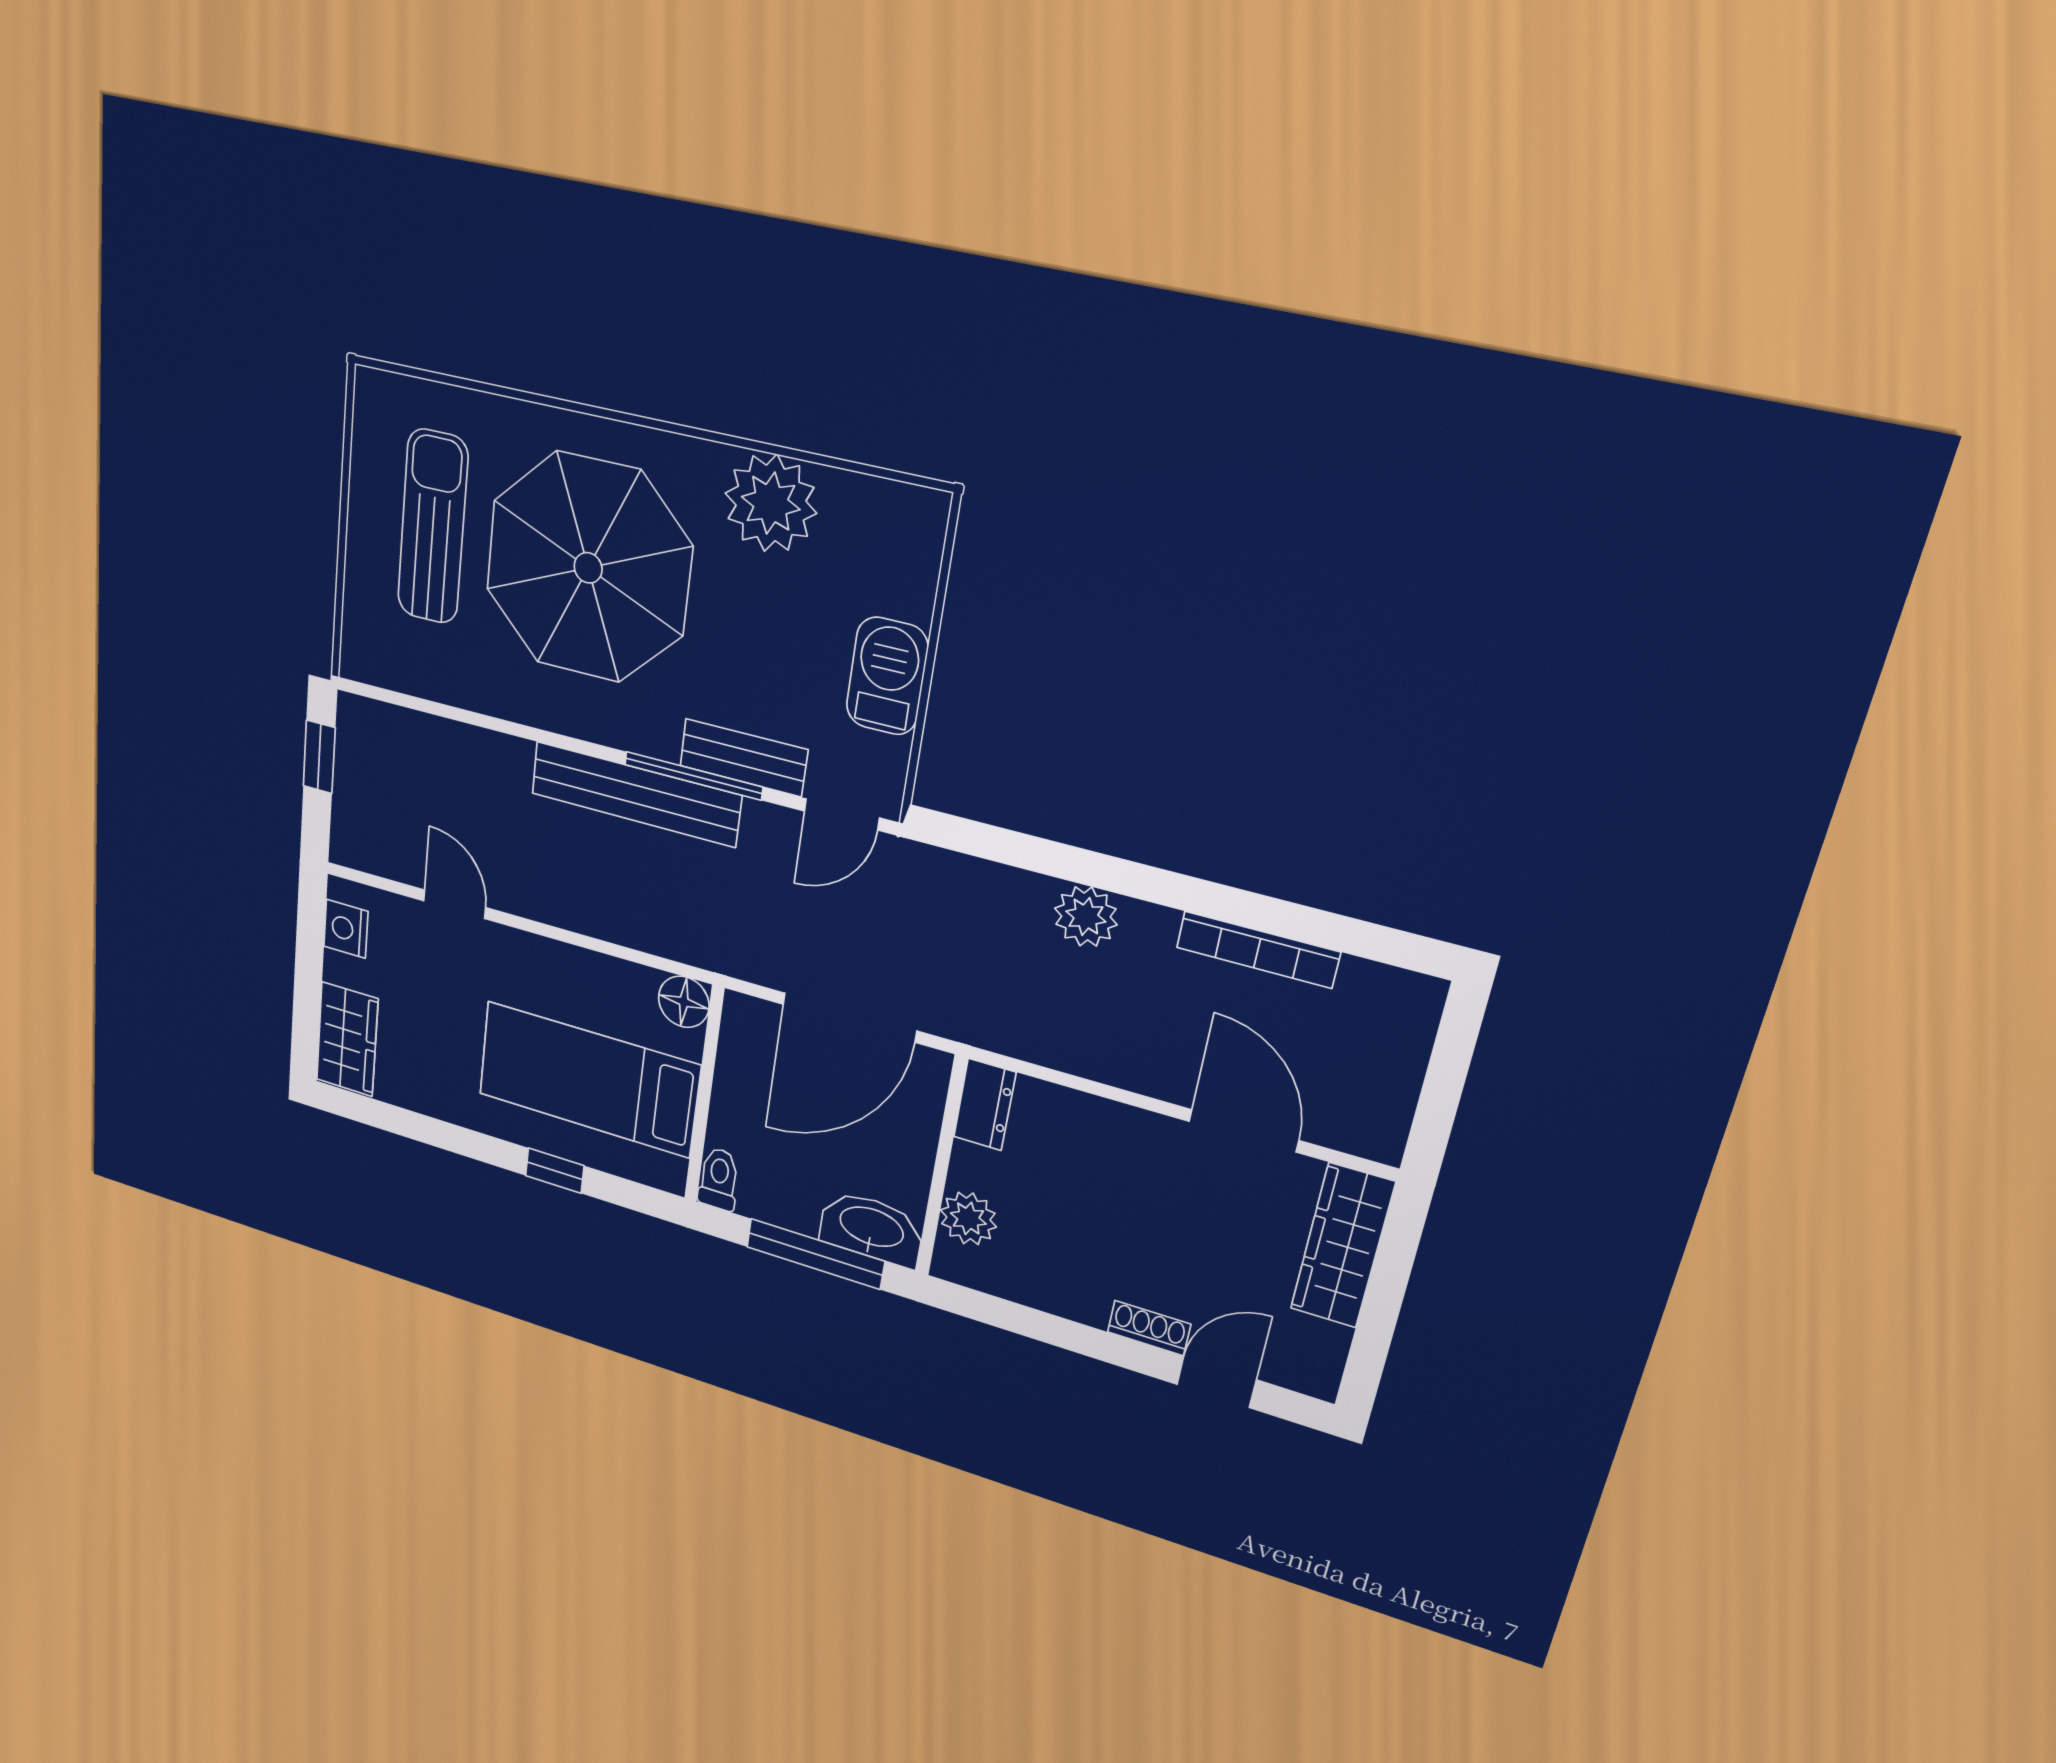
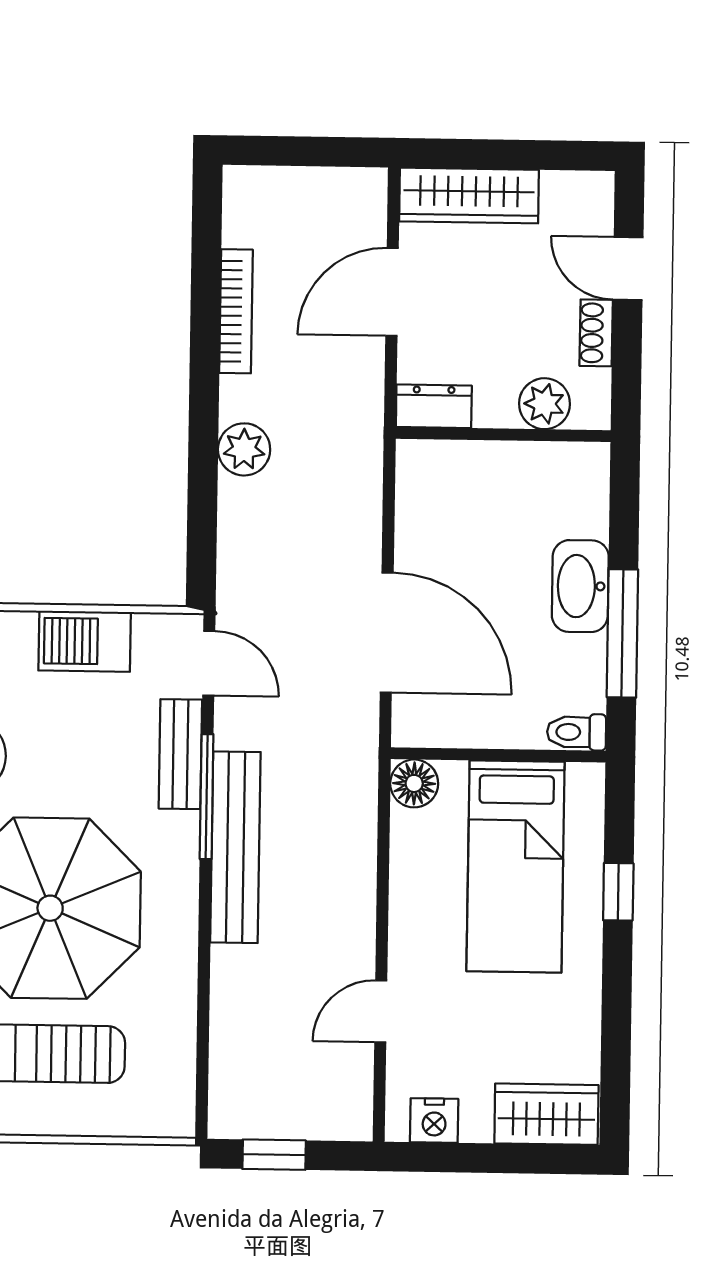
dresser: (985, 1105) -> (434, 406), moved
wall: (941, 1167) -> (503, 434), moved
plant: (968, 1218) -> (544, 404), moved

